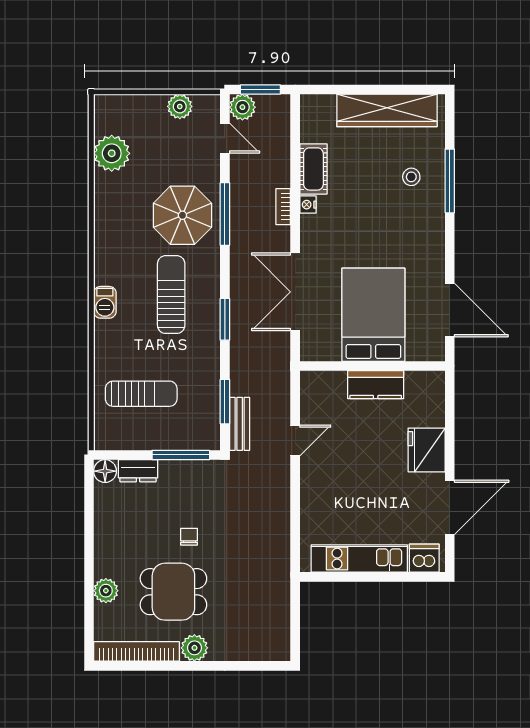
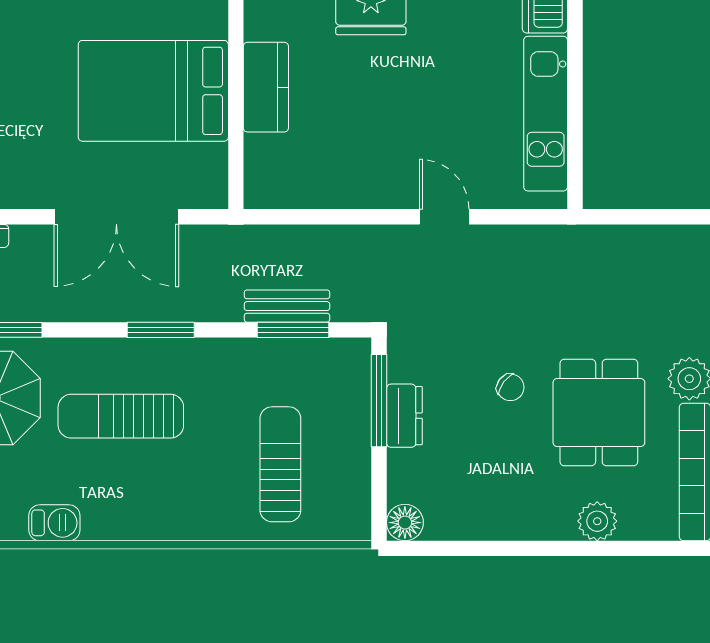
barbecue: (105, 302) -> (54, 523), moved
bench: (240, 424) -> (287, 306), moved
door: (295, 441) -> (444, 217), moved
dresser: (138, 471) -> (404, 416), moved
chair: (189, 537) -> (510, 387), turned -144

